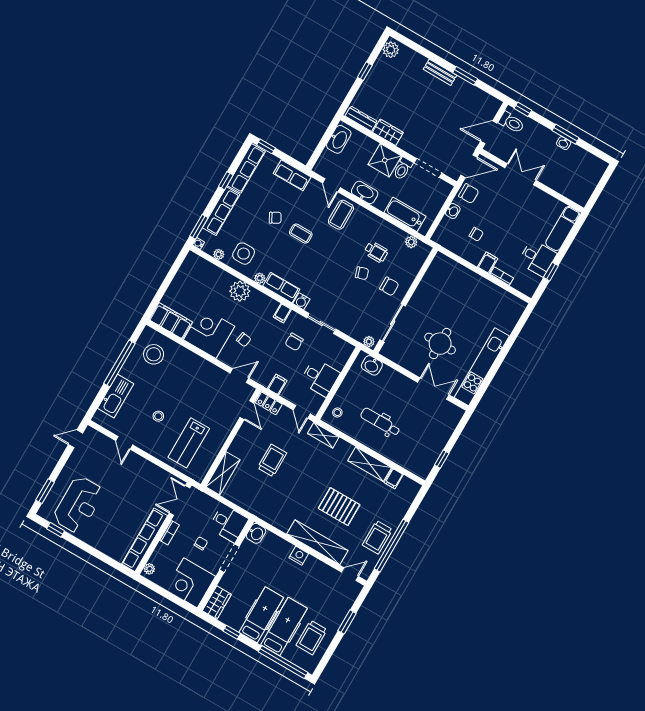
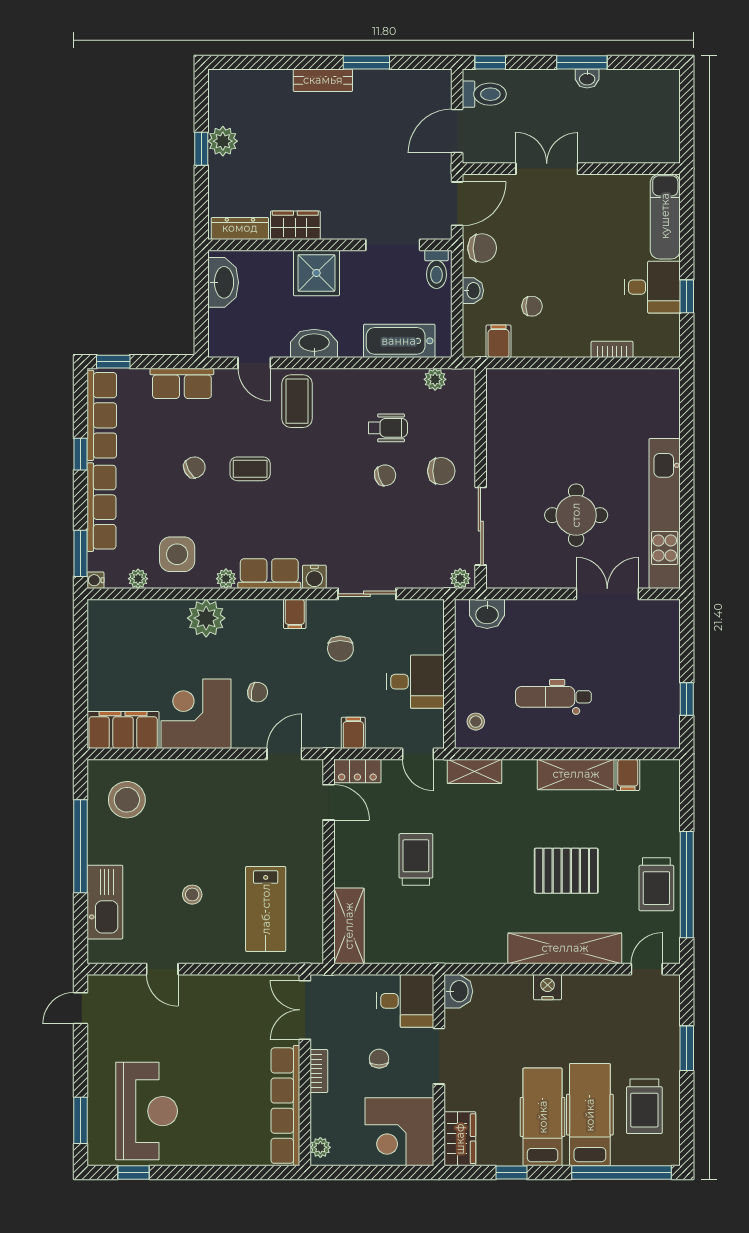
plant: (391, 50) -> (223, 141), moved
toilet: (403, 169) -> (437, 269), moved
filing cabinet: (488, 263) -> (499, 341), moved

